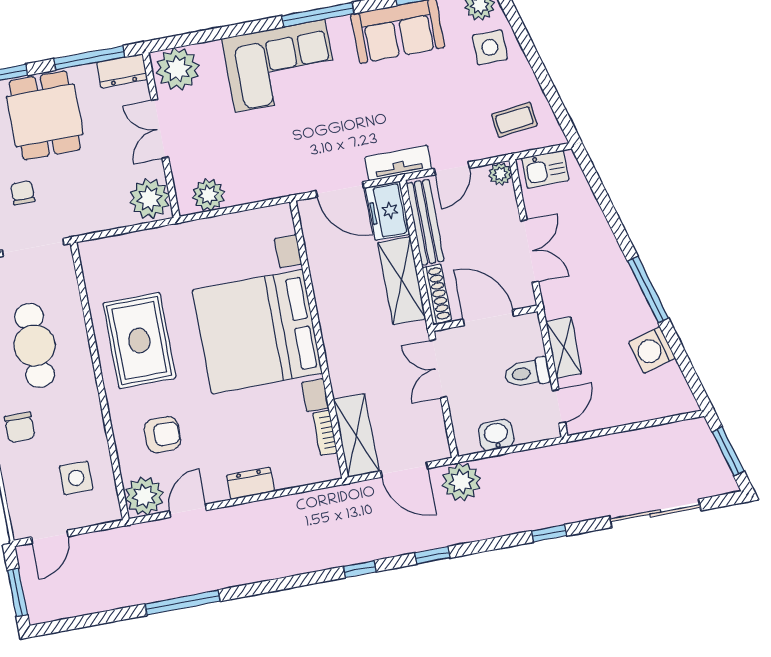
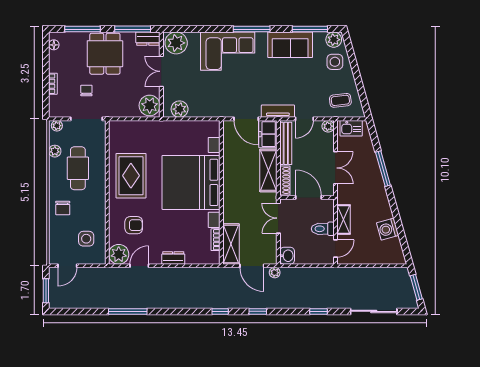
window: (648, 290) -> (383, 169), moved
washbasin: (496, 435) -> (287, 256), moved, turned 90
plant: (461, 482) -> (275, 273), width x0.53, depth x0.53

